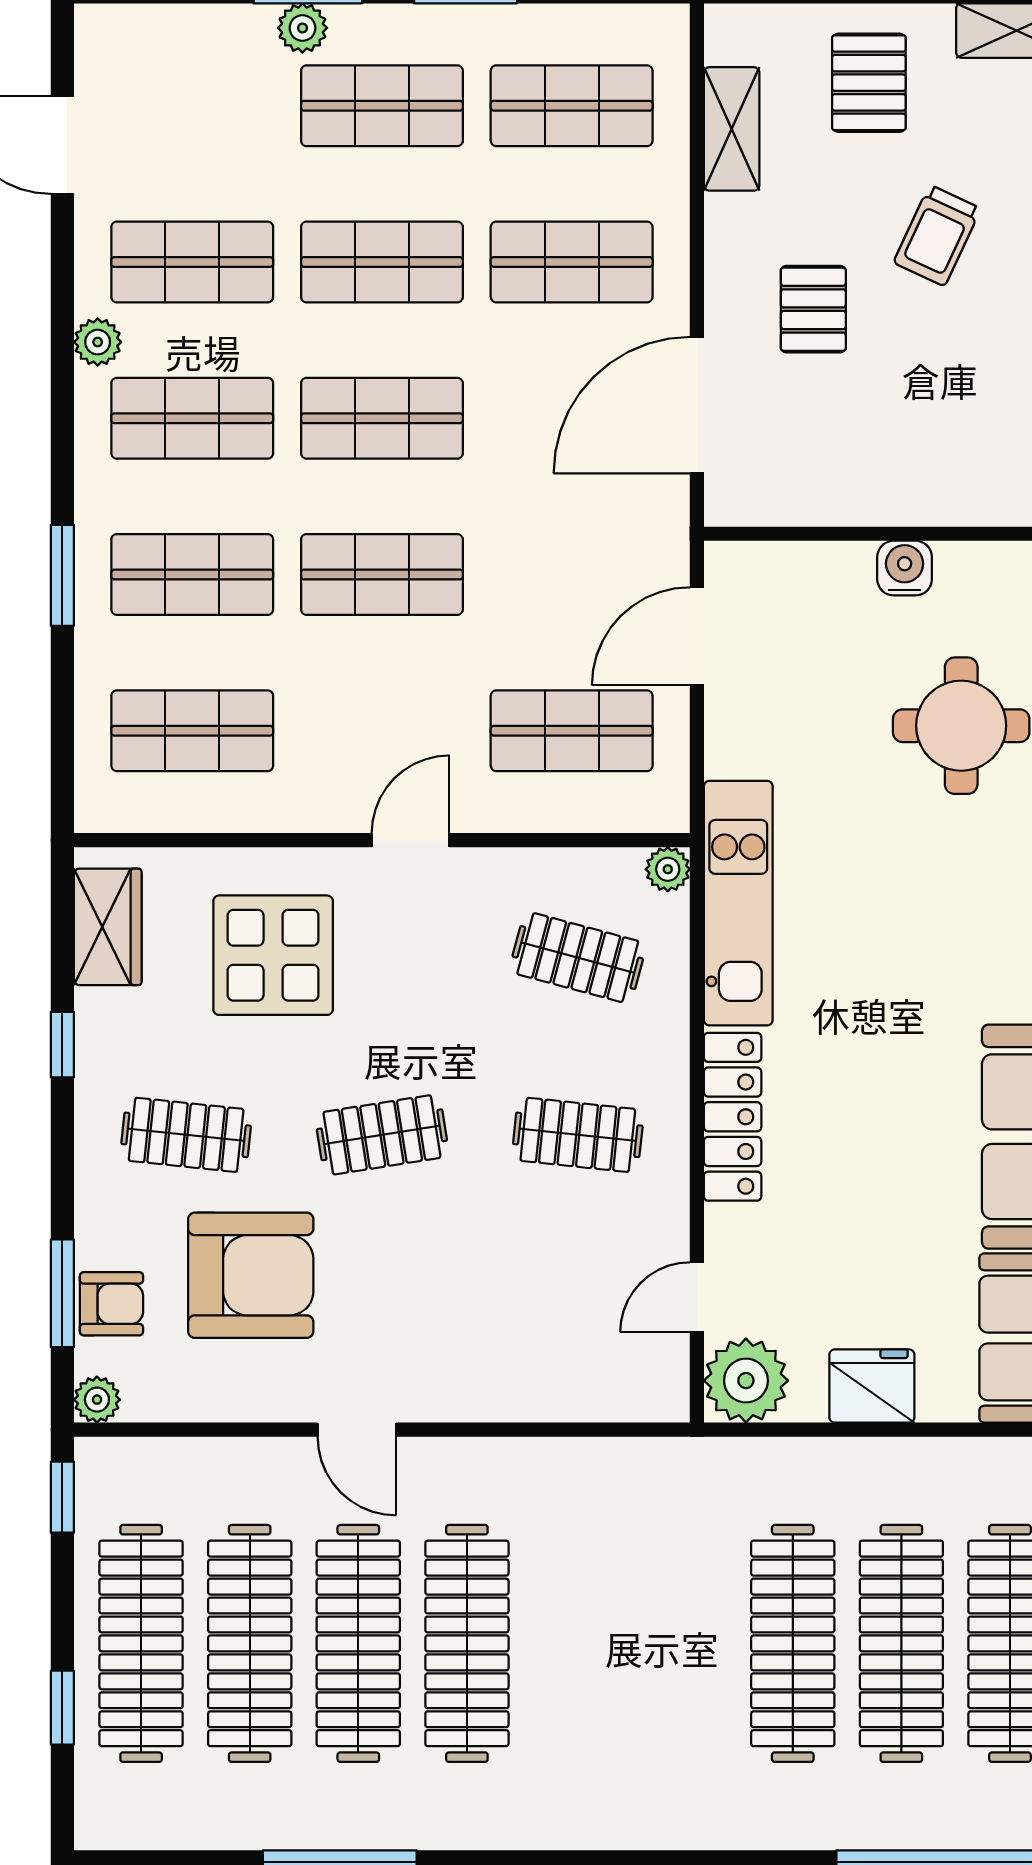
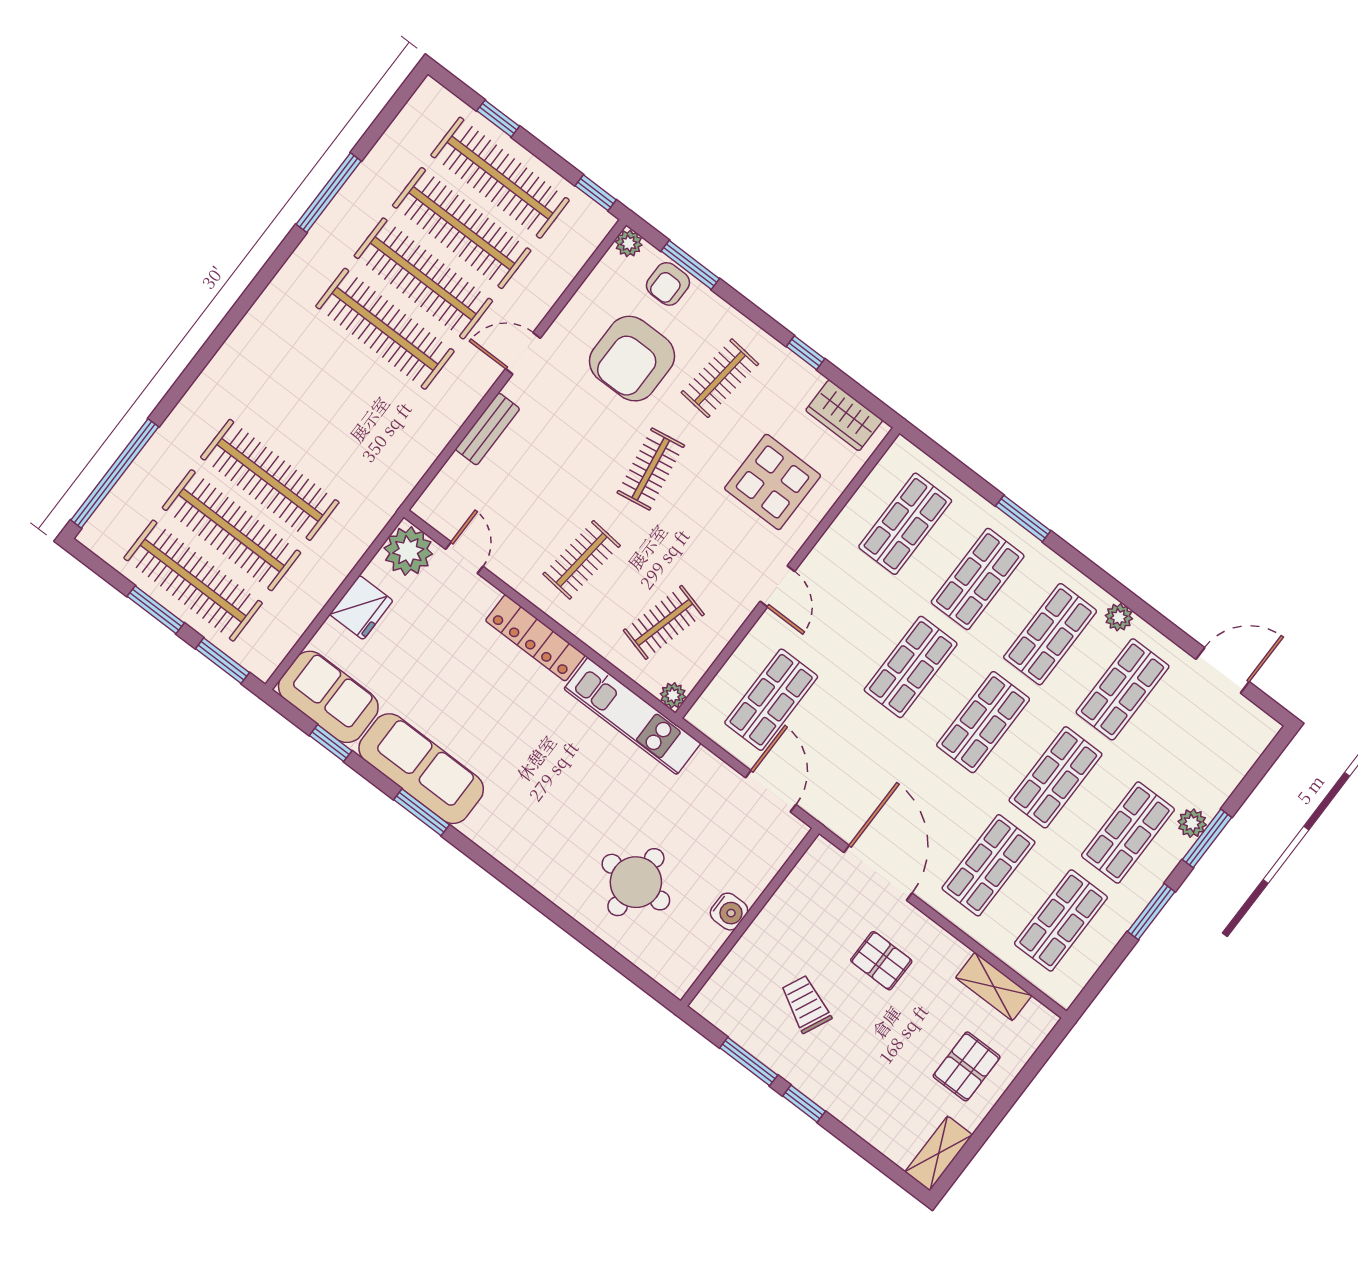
pallet: (869, 83) -> (967, 1066), turned 90
trolley: (937, 236) -> (806, 1004), moved
bench: (497, 1399) -> (488, 429), added

